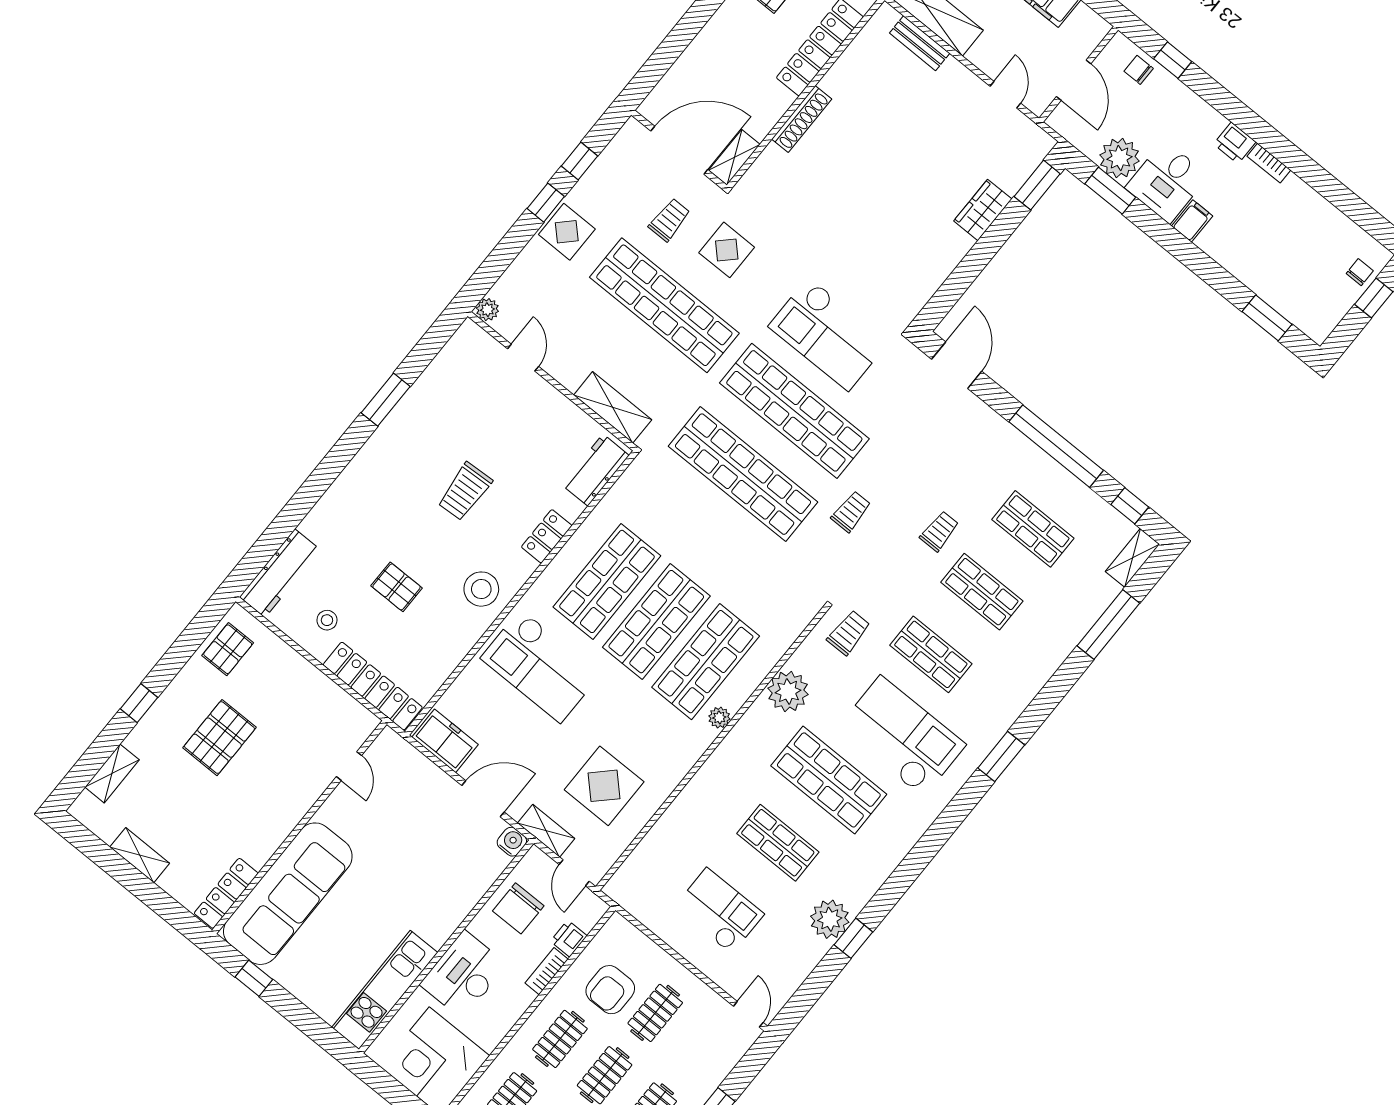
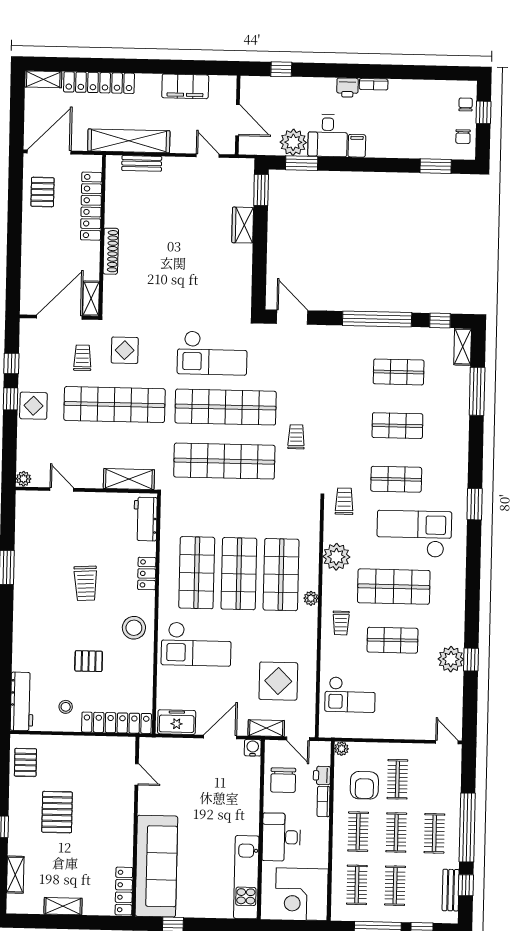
chair: (1139, 70) -> (463, 137), moved, turned -90
trolley: (939, 531) -> (341, 623), moved, turned 180
checkout: (719, 911) -> (350, 695), moved, turned 180
plant: (617, 925) -> (342, 749), added

